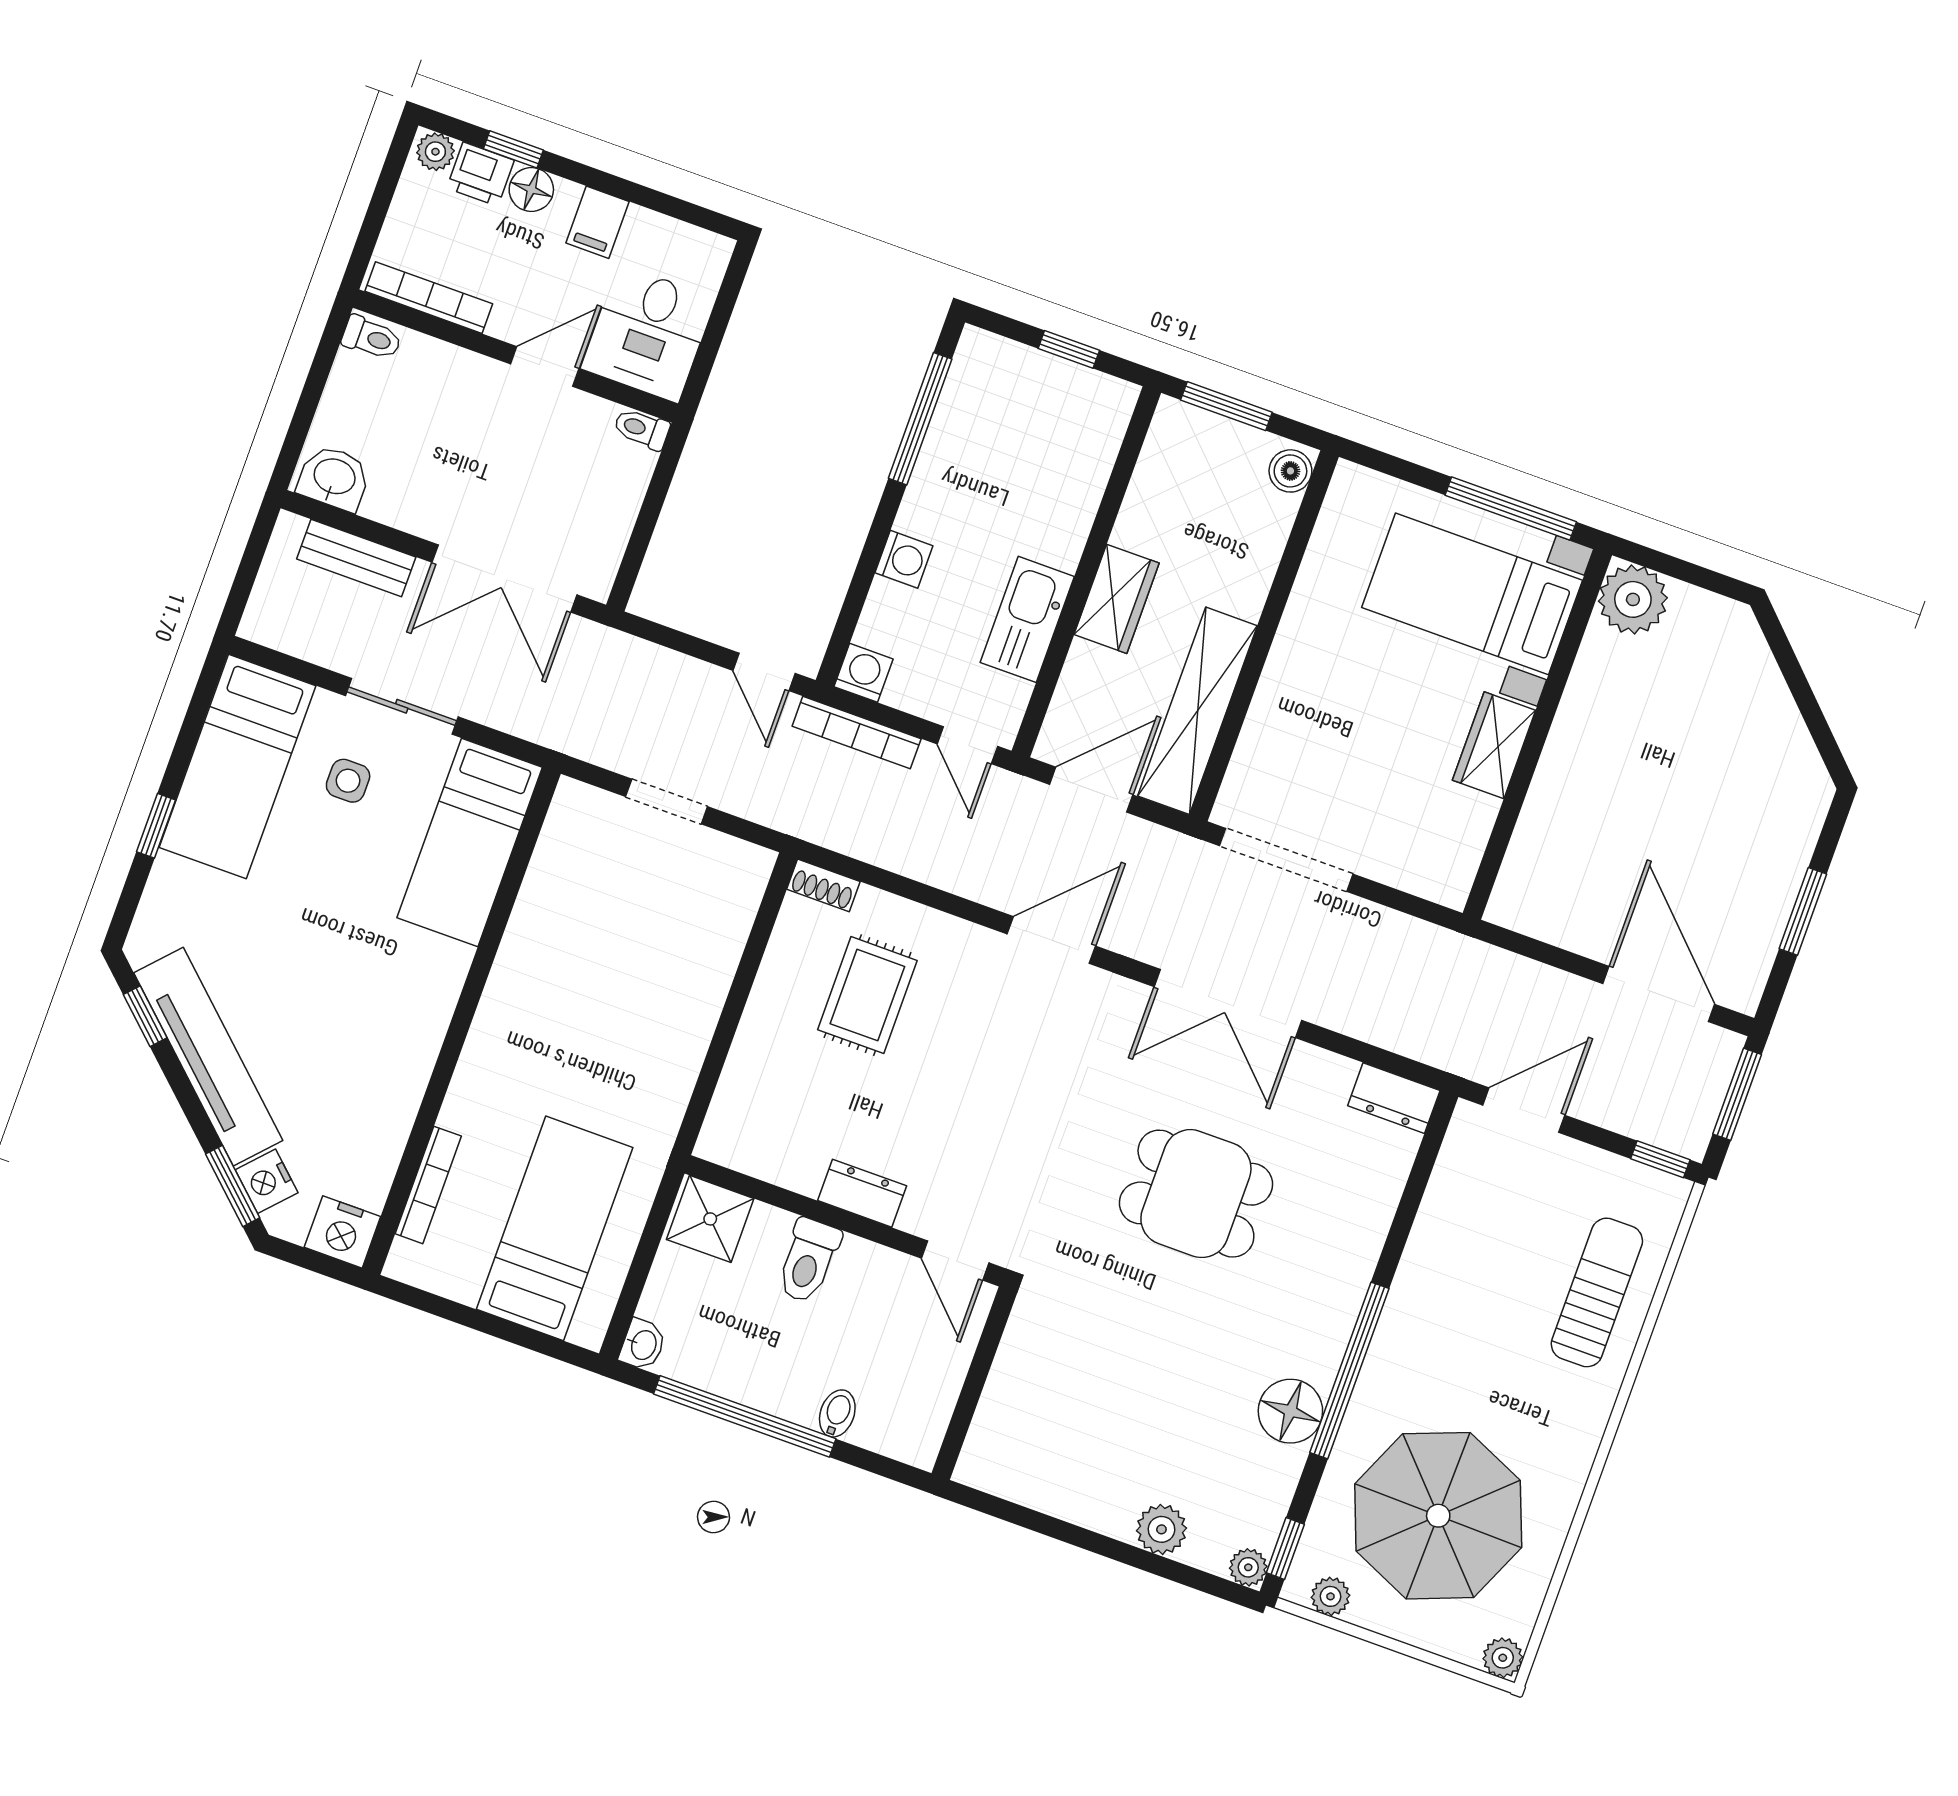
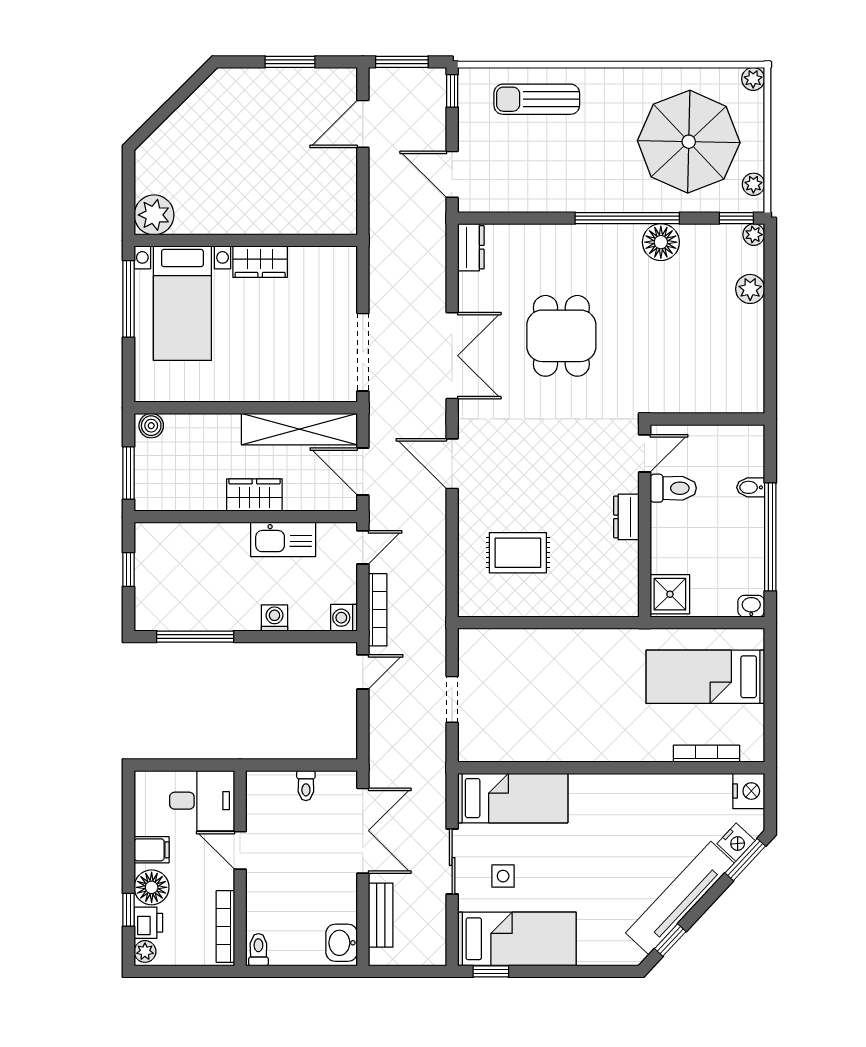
floor lamp: (531, 190) -> (152, 887), width x1.38, depth x1.38
toilet: (642, 429) -> (306, 786), moved
window: (156, 826) -> (491, 971), moved
shoe rack: (823, 885) -> (467, 598), removed
door: (1659, 994) -> (363, 124), width x0.73
toilet: (808, 1261) -> (673, 488), moved

